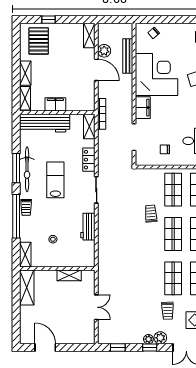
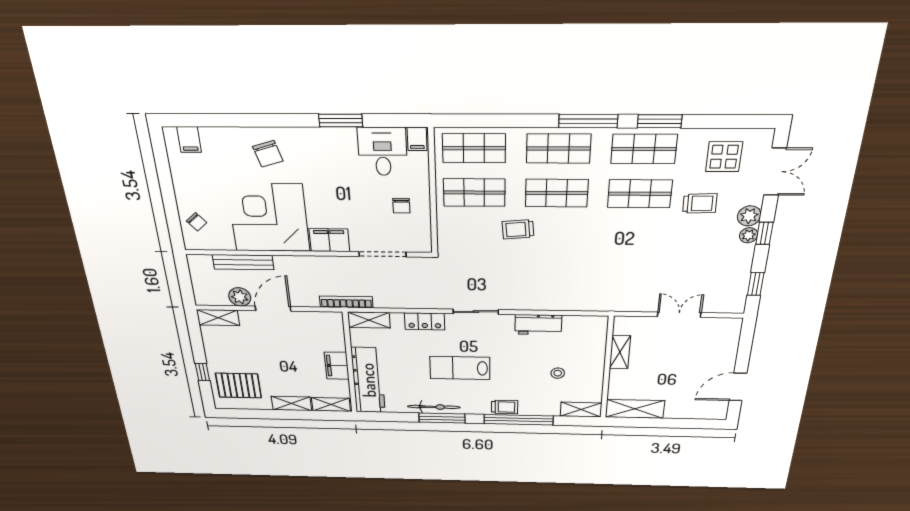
bicycle: (27, 169) -> (434, 407), width x0.73, depth x0.71

